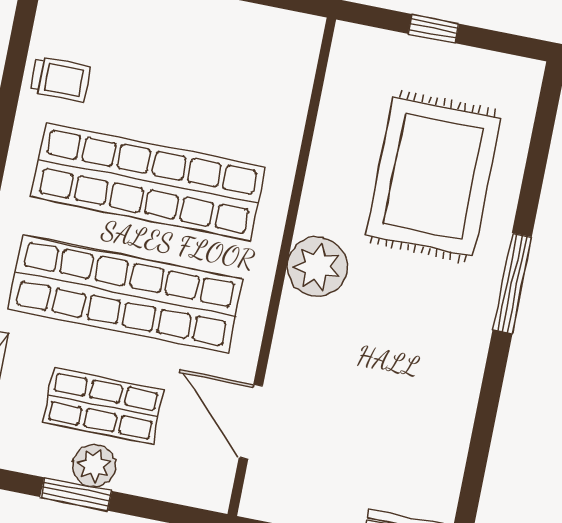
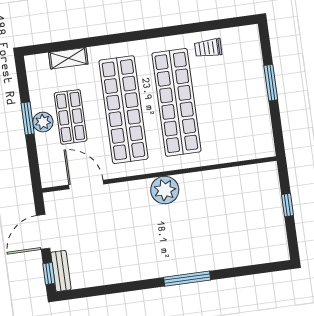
trolley: (60, 79) -> (208, 48), turned 90
rug: (433, 176) -> (222, 227), removed
door: (251, 422) -> (86, 184), hinge flipped

